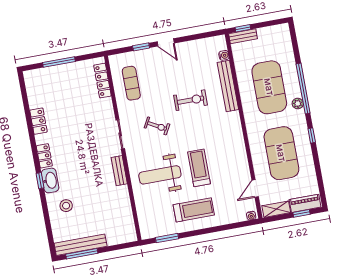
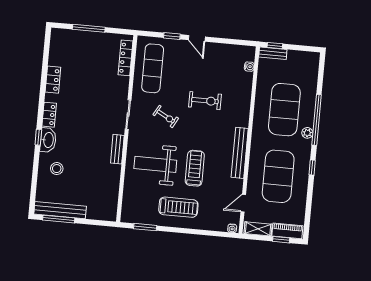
exercise mat: (131, 83) -> (153, 68), width x1.36, depth x1.45
bench: (228, 86) -> (240, 153), moved

